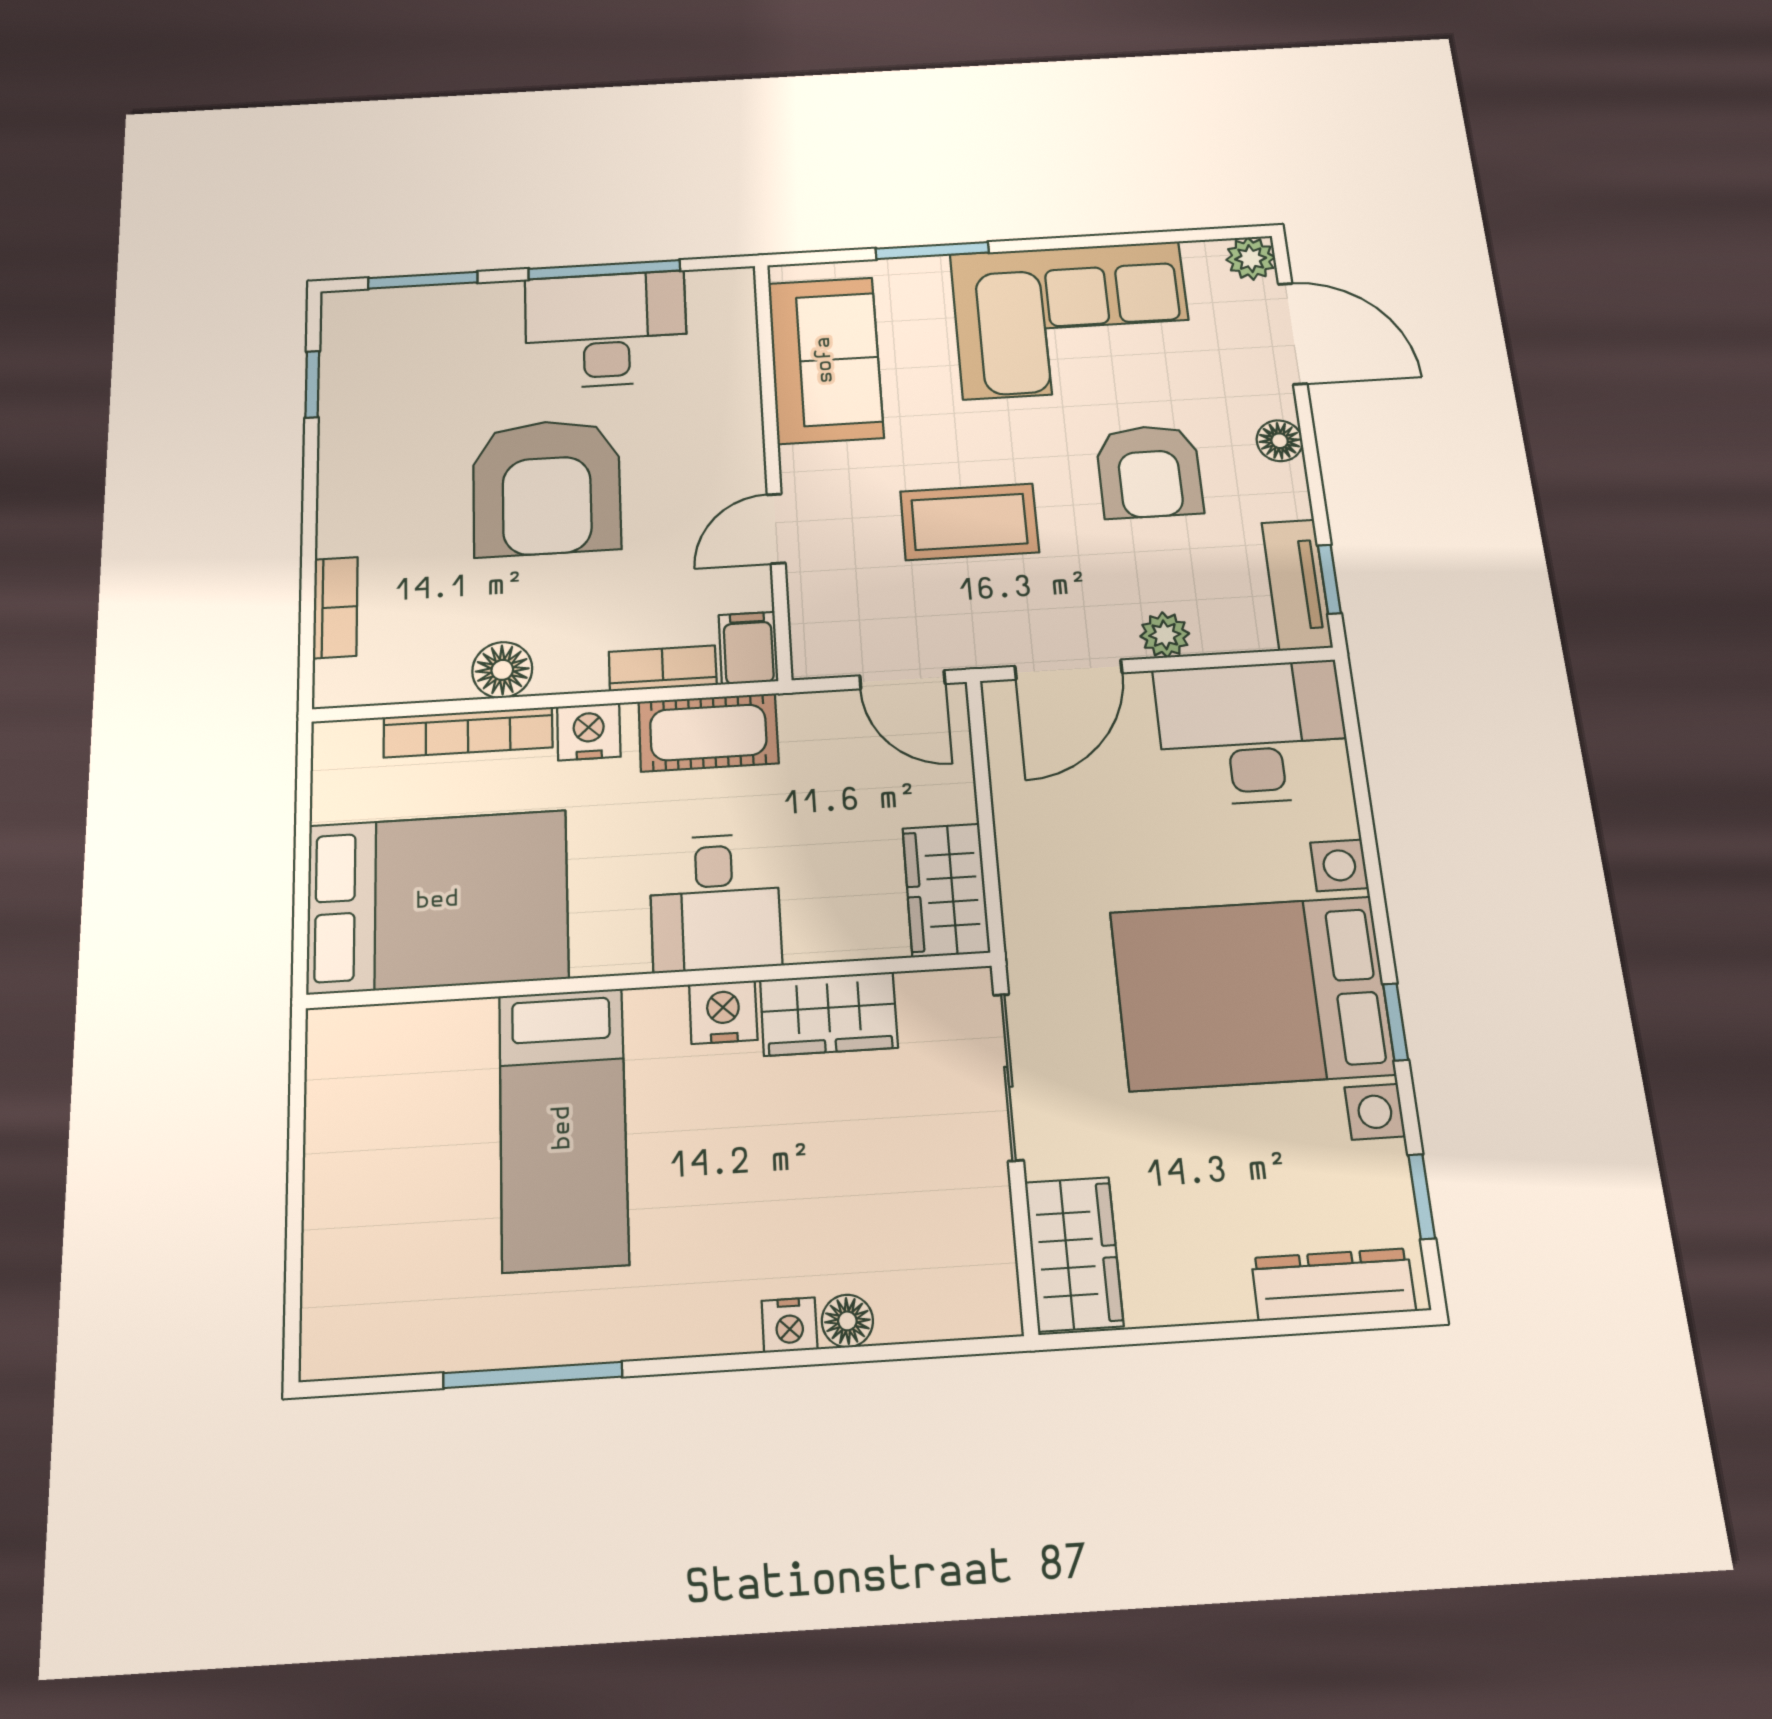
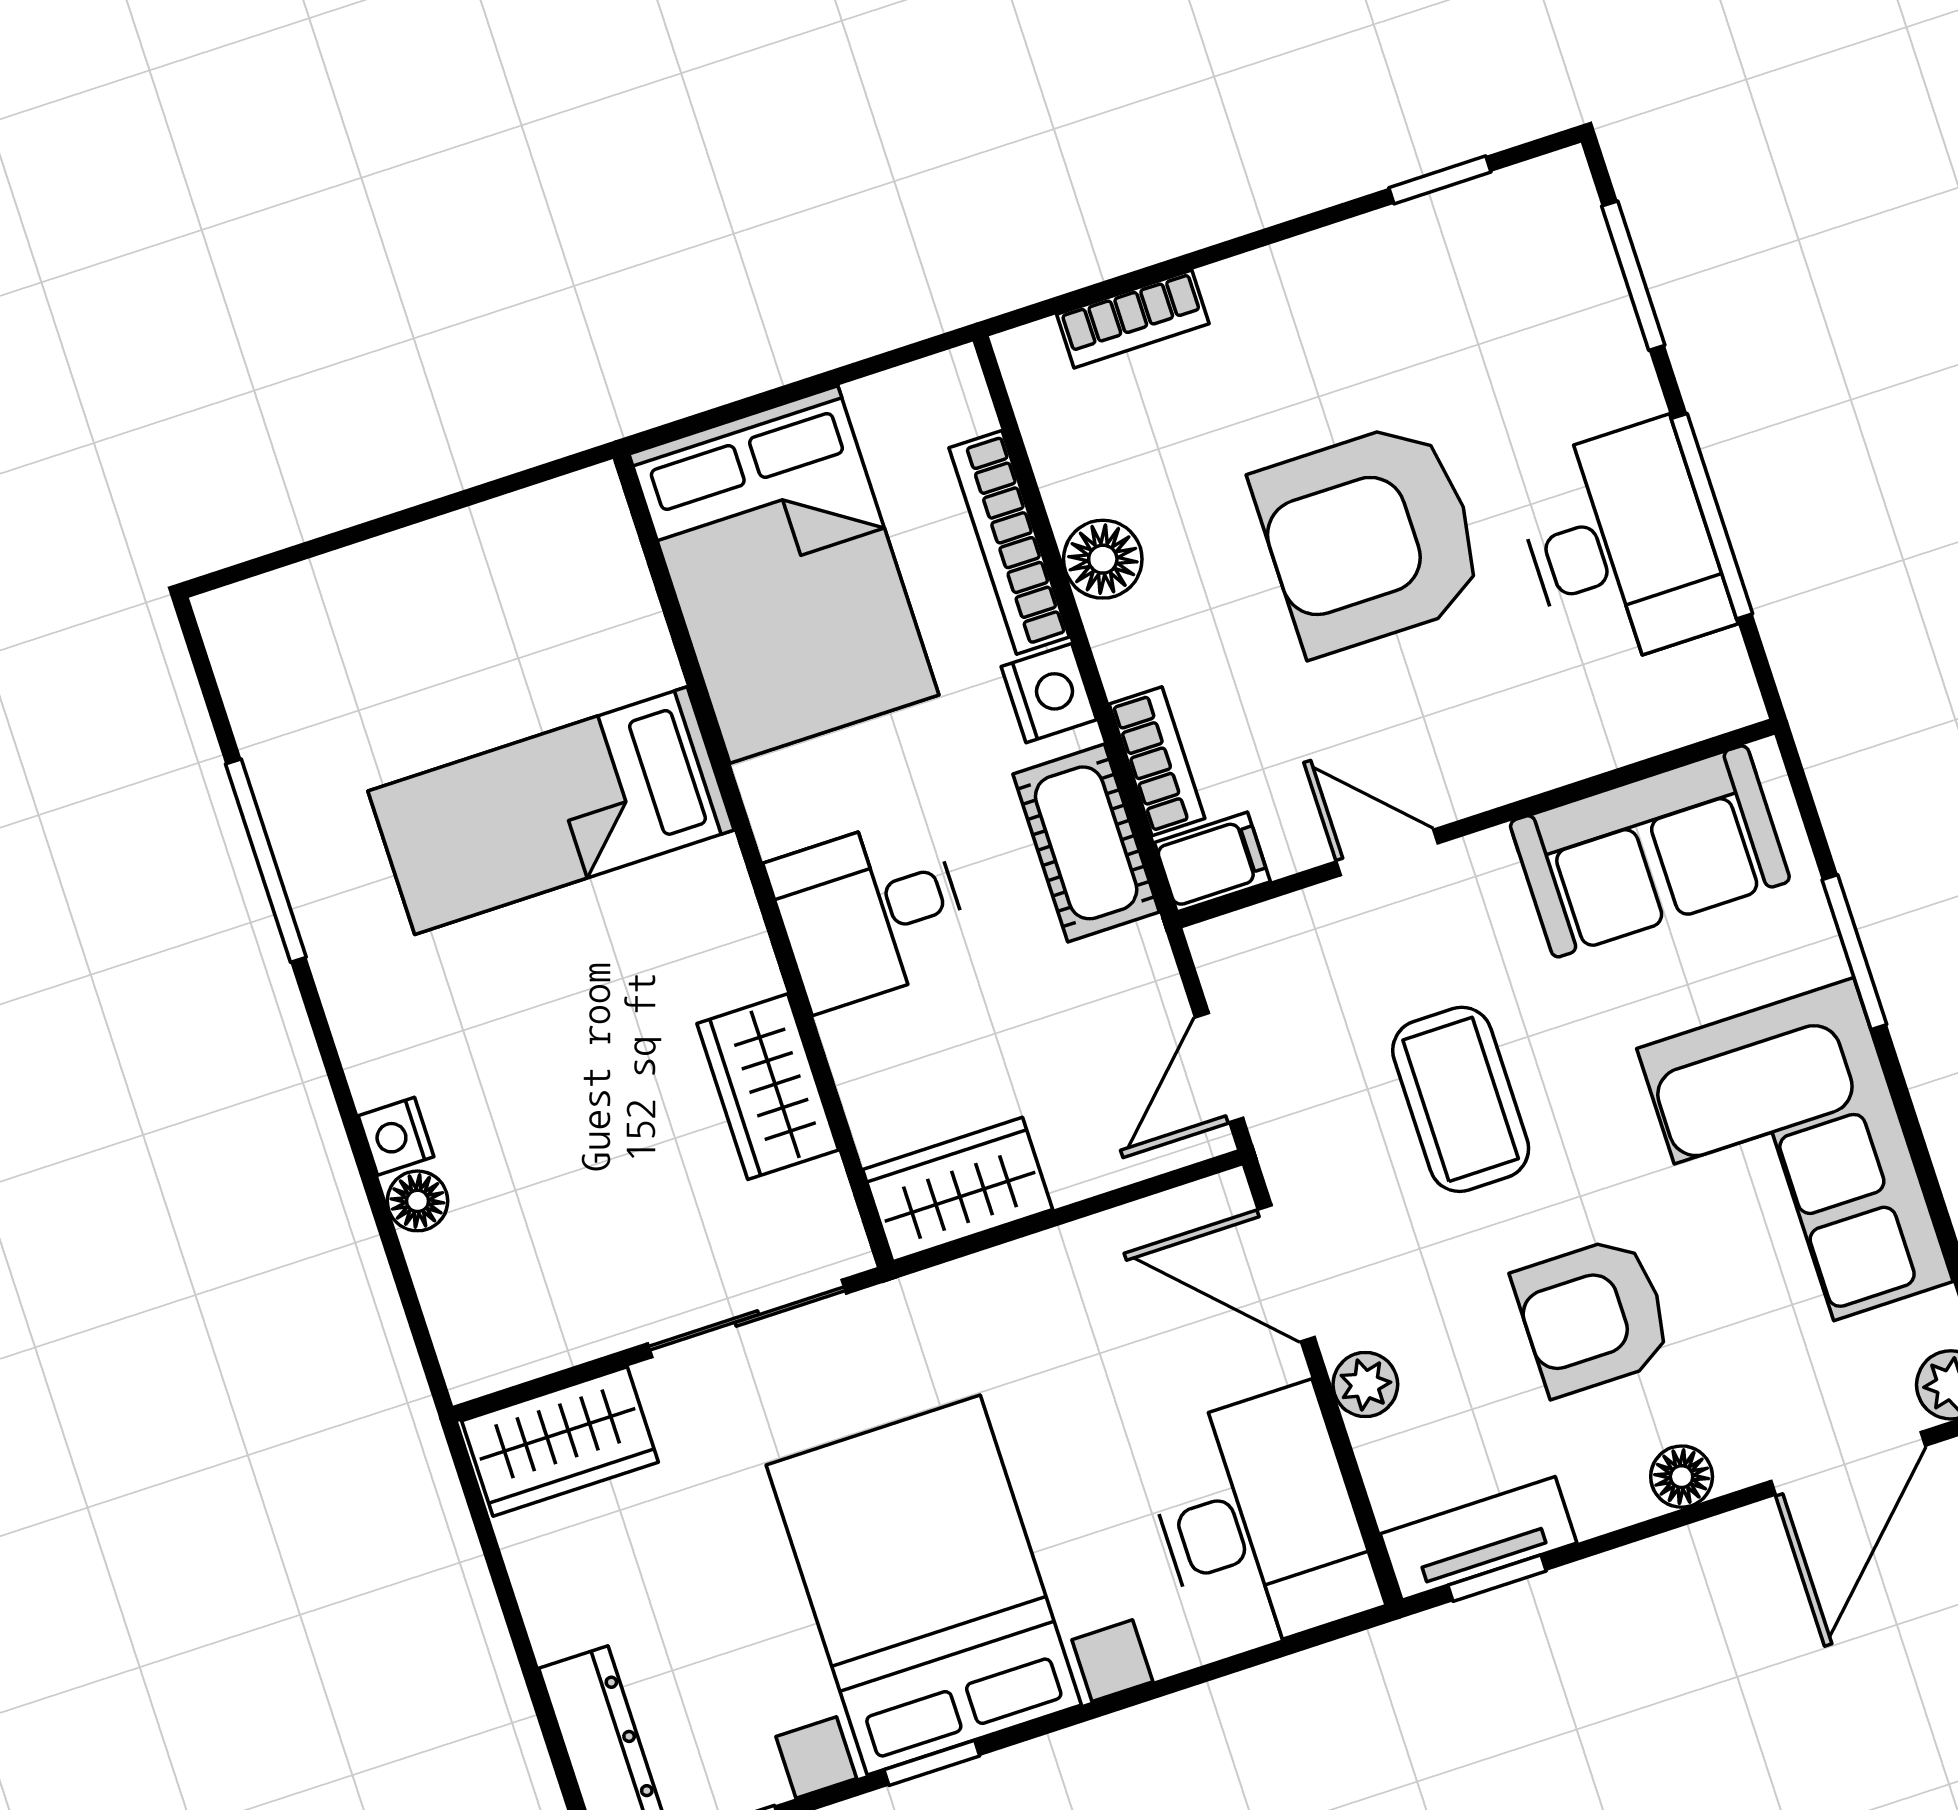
nightstand: (723, 1012) -> (737, 960), removed

